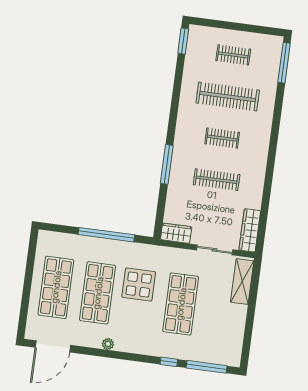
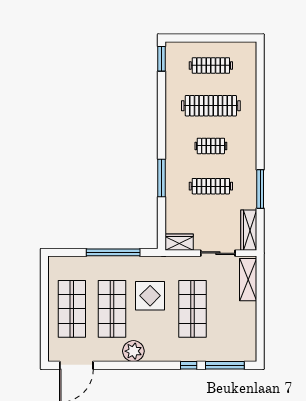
clothes rail: (233, 55) -> (211, 65), width x1.36
window: (284, 63) -> (260, 189), moved
plant: (108, 344) -> (133, 351), width x1.87, depth x1.87

